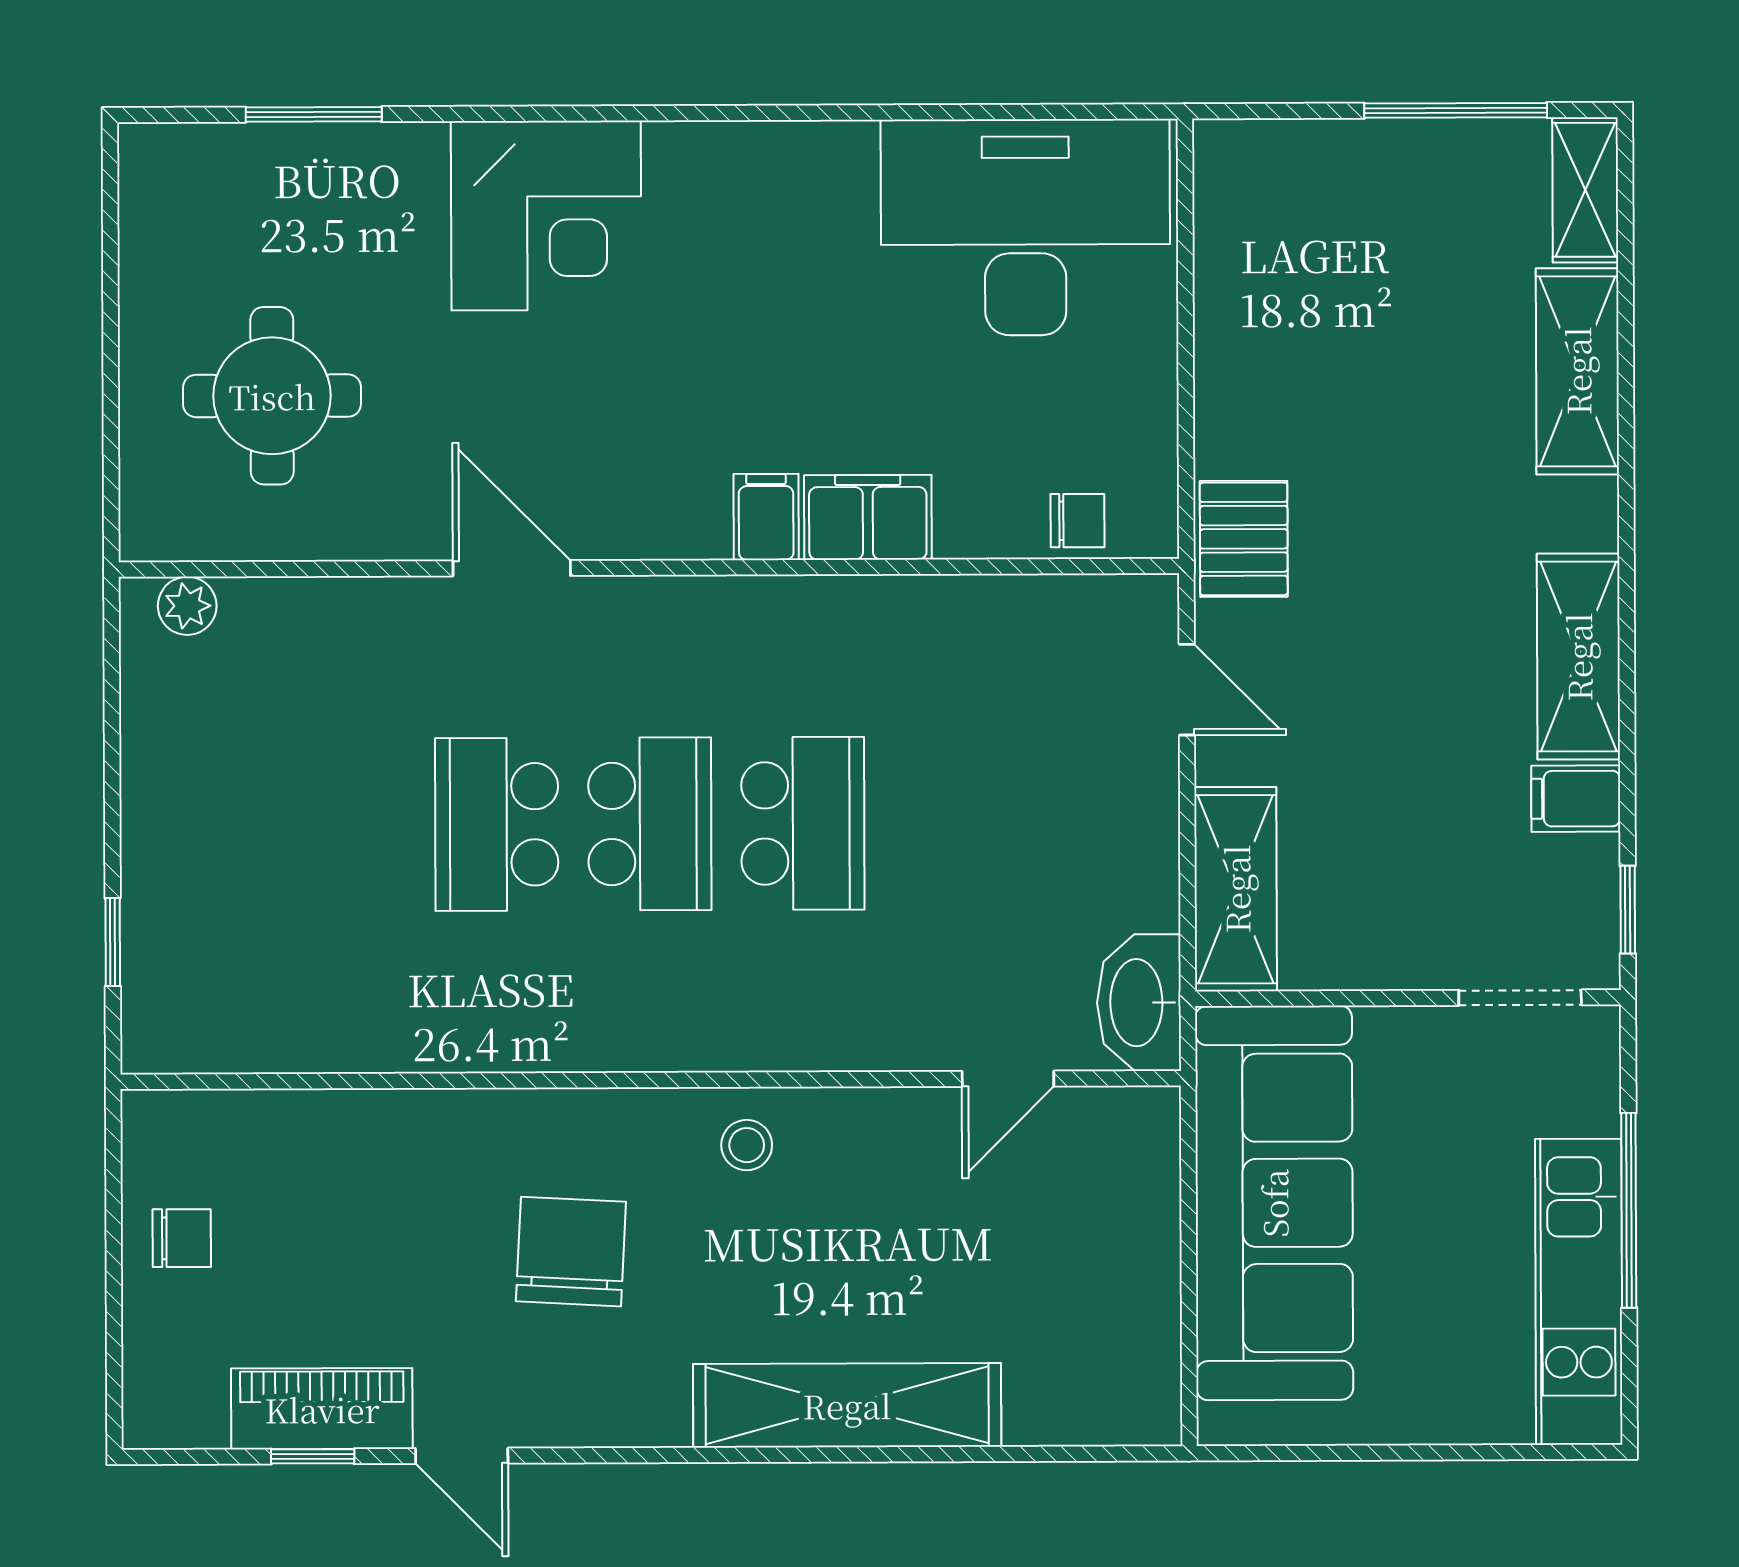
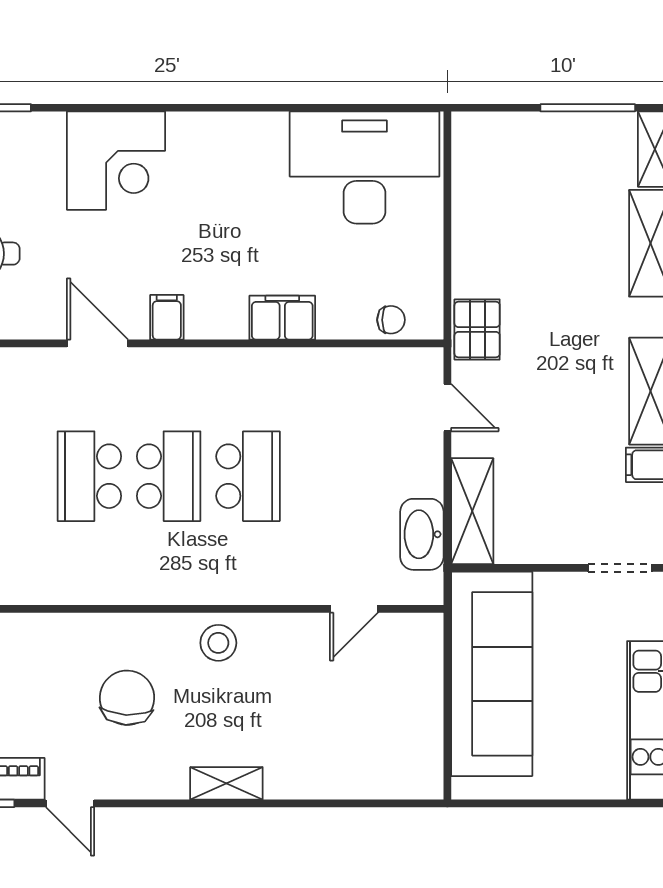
filing cabinet: (766, 517) -> (167, 317), moved
washbasin: (1139, 1003) -> (422, 534), moved
stool: (747, 1145) -> (218, 643), width x1.37, depth x1.37
shelving: (847, 1405) -> (226, 783), width x0.45, depth x0.75

